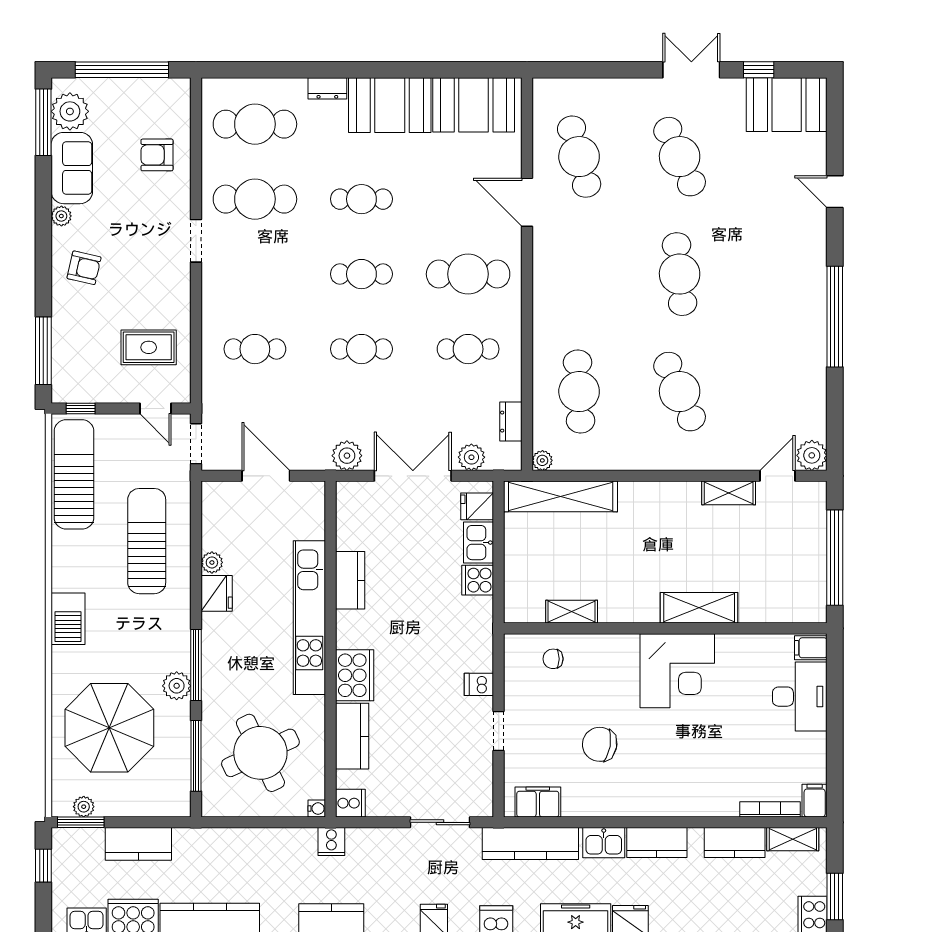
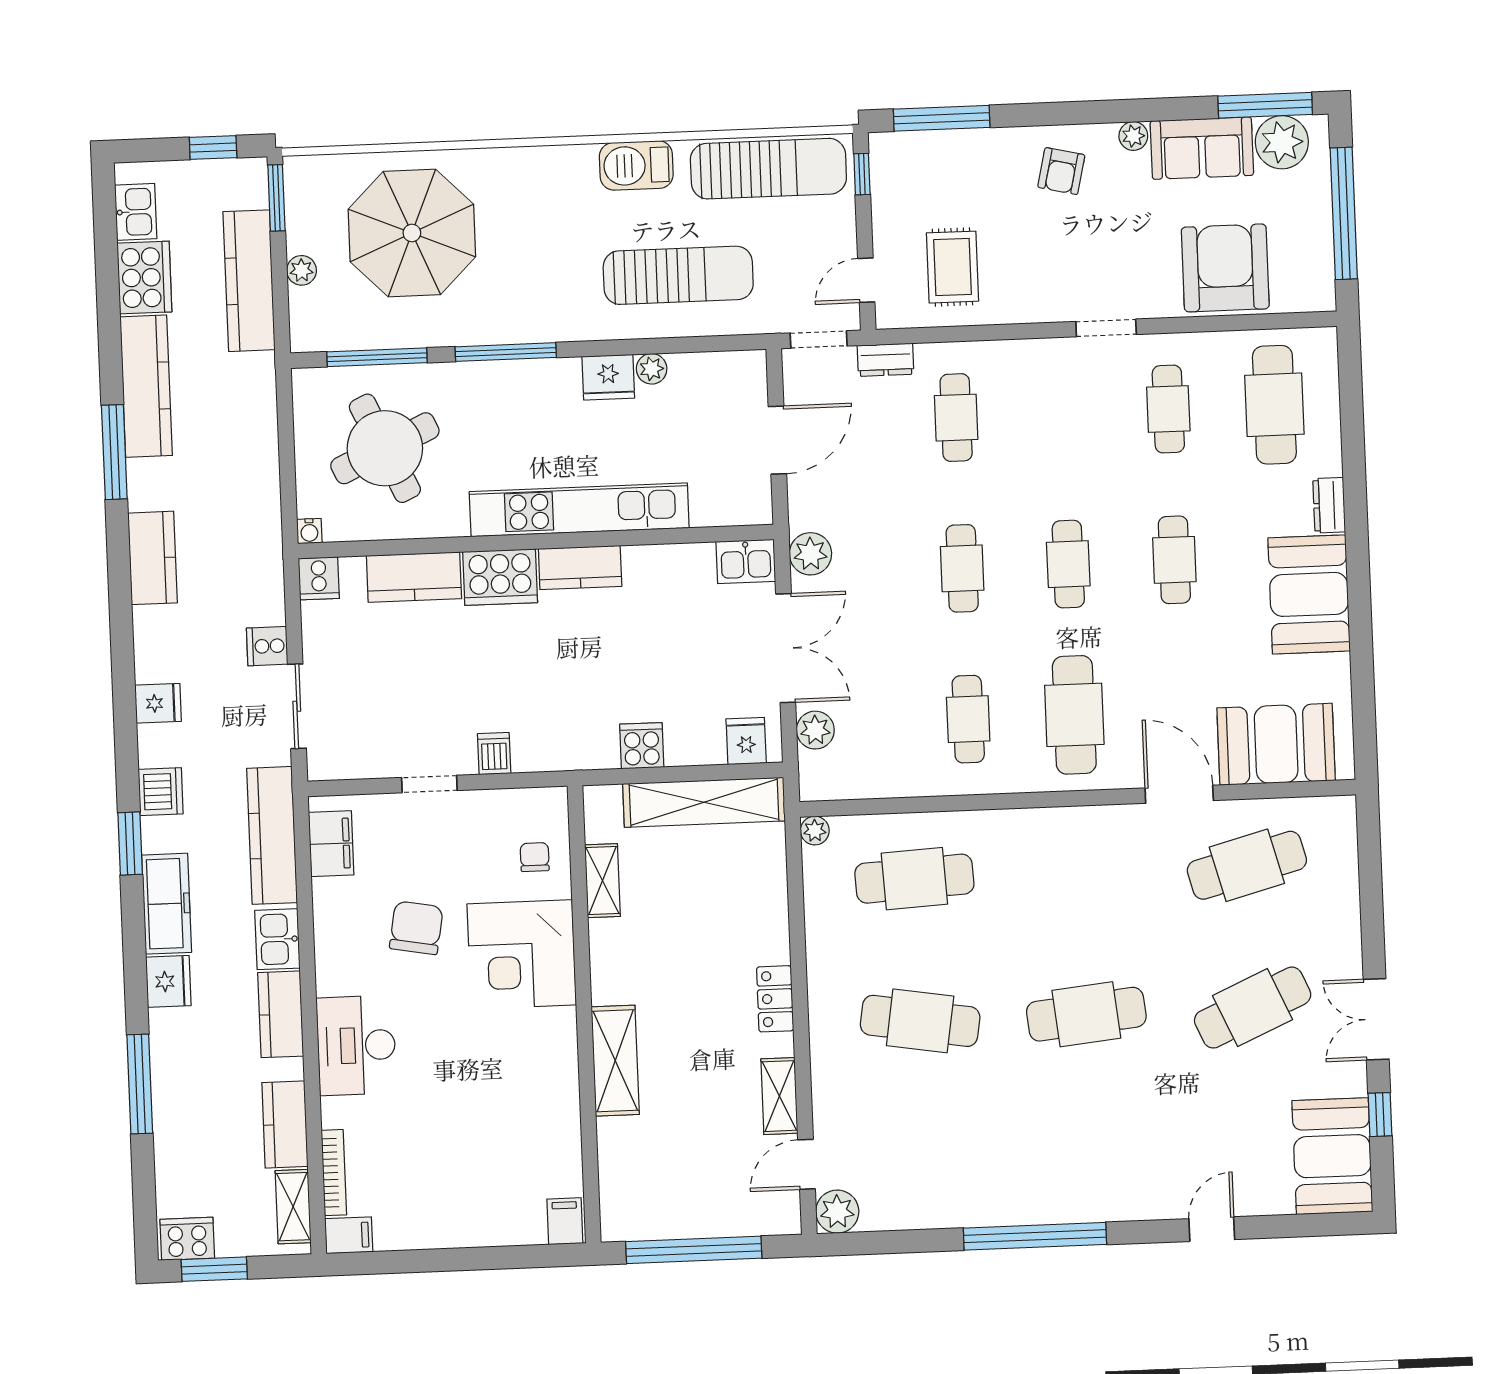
double door: (691, 70) -> (1376, 1019), swing flipped
booth: (474, 105) -> (1276, 744), moved, turned 90
armchair: (157, 155) -> (1225, 268), width x1.88, depth x1.88
cafe table: (255, 199) -> (1168, 409), width x0.73, depth x0.74
door: (527, 202) -> (1179, 794), hinge flipped
cafe table: (680, 392) -> (920, 1021), turned 33
dresser: (511, 422) -> (886, 360), moved, turned 180
door: (778, 476) -> (806, 1164), swing flipped
locker: (660, 493) -> (775, 999), added
shelving: (561, 496) -> (704, 802), moved, turned 90
kitchen sink: (478, 543) -> (746, 561), moved, turned 180
kitchen counter: (350, 580) -> (580, 568), moved
barbecue: (68, 619) -> (636, 165), moved
corner desk: (677, 671) -> (522, 954), moved
plant: (177, 686) -> (475, 326), removed
desk: (800, 697) -> (356, 1045), moved, turned 90
plant: (84, 807) -> (302, 270), moved
cooker: (331, 842) -> (267, 646), moved
kitchen counter: (138, 844) -> (249, 281), width x1.50

